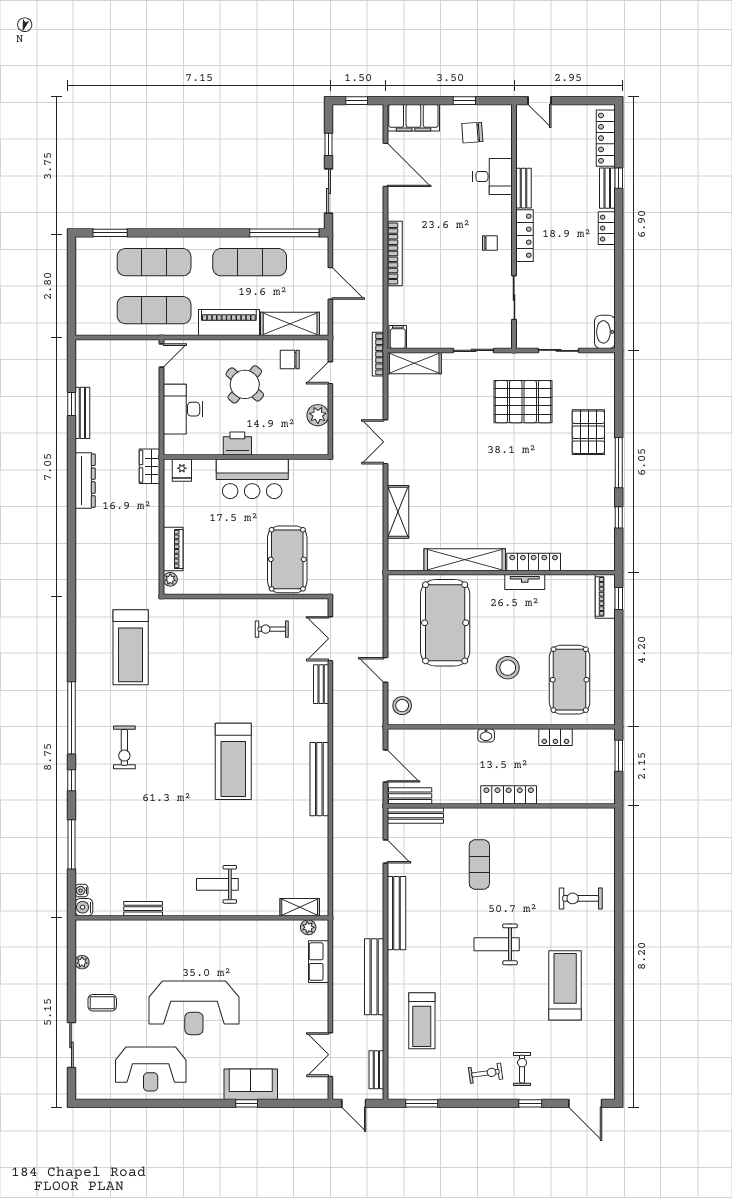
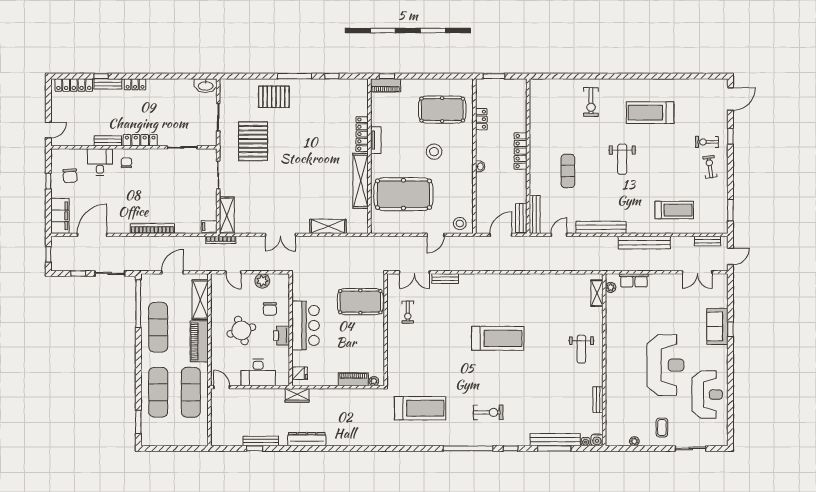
chair: (490, 243) -> (126, 163), moved
chair: (290, 360) -> (270, 309), moved
round table: (245, 384) -> (241, 331), turned 33
bench: (319, 779) -> (555, 440), moved
exercise mat: (479, 864) -> (568, 171), turned 90

